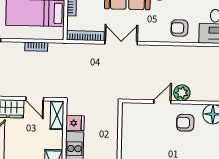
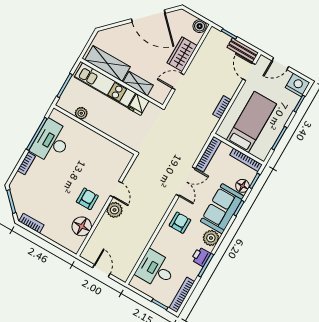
armchair: (180, 28) -> (180, 223), moved
shelving: (57, 115) -> (138, 84), moved

